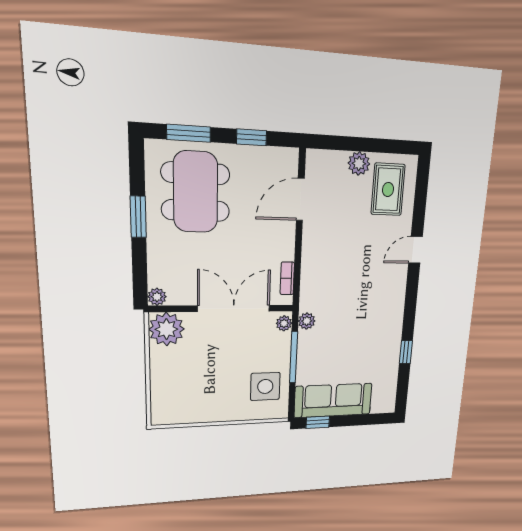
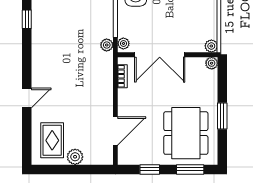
plant: (166, 329) -> (211, 46), width x0.53, depth x0.53

